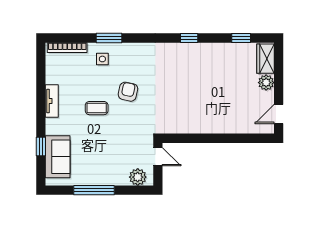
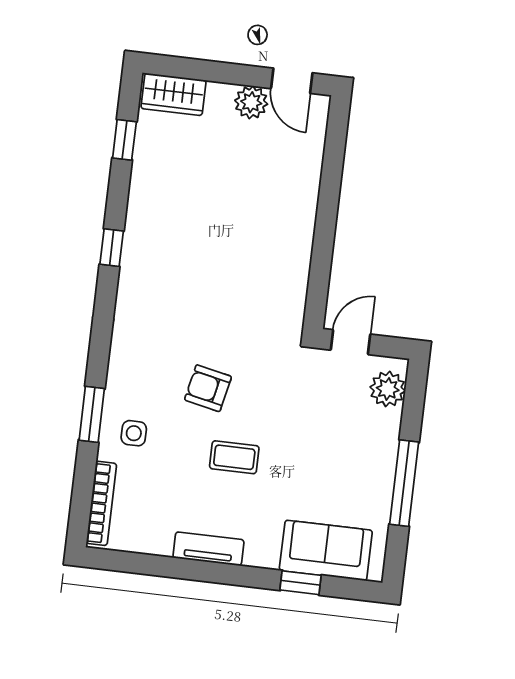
plant: (266, 83) -> (251, 102), moved
coffee table: (97, 108) -> (234, 457), turned 90

